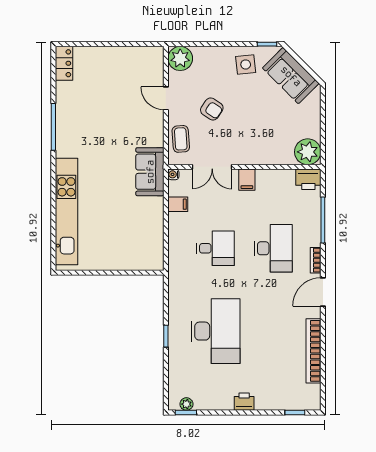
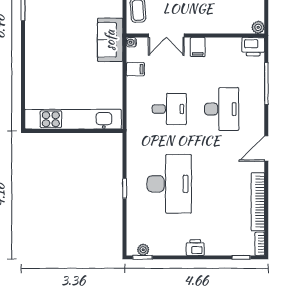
plant: (308, 152) -> (258, 27), width x0.53, depth x0.53
kitchen unit: (66, 211) -> (73, 119), moved, turned -90
bookcase: (316, 260) -> (260, 244), moved

